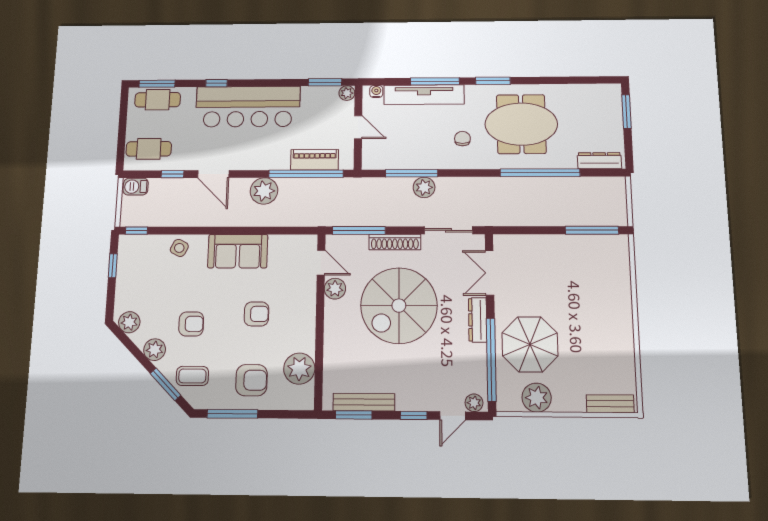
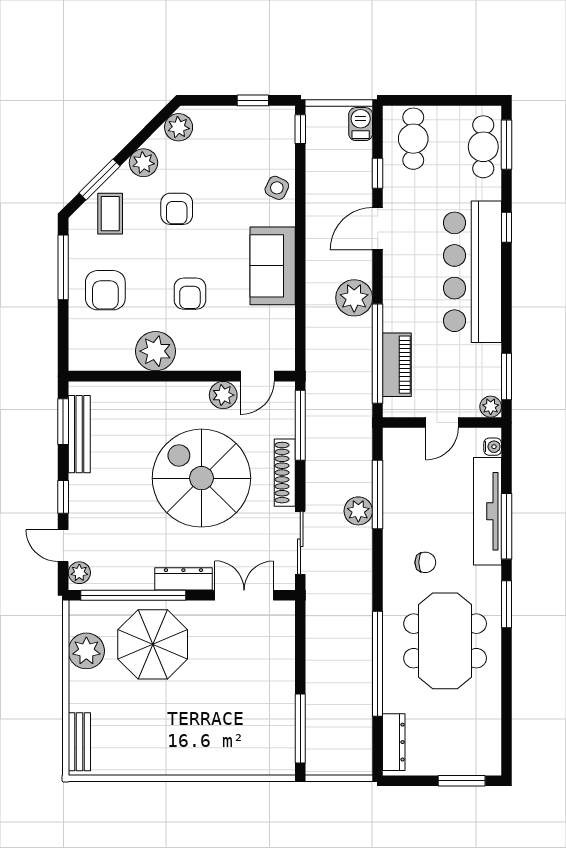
plant: (299, 369) -> (156, 351), moved

